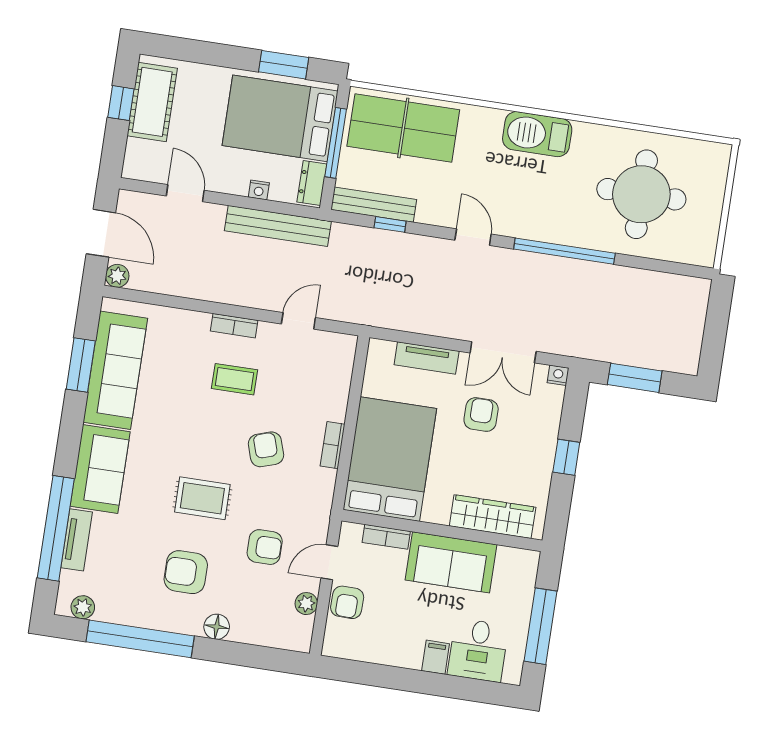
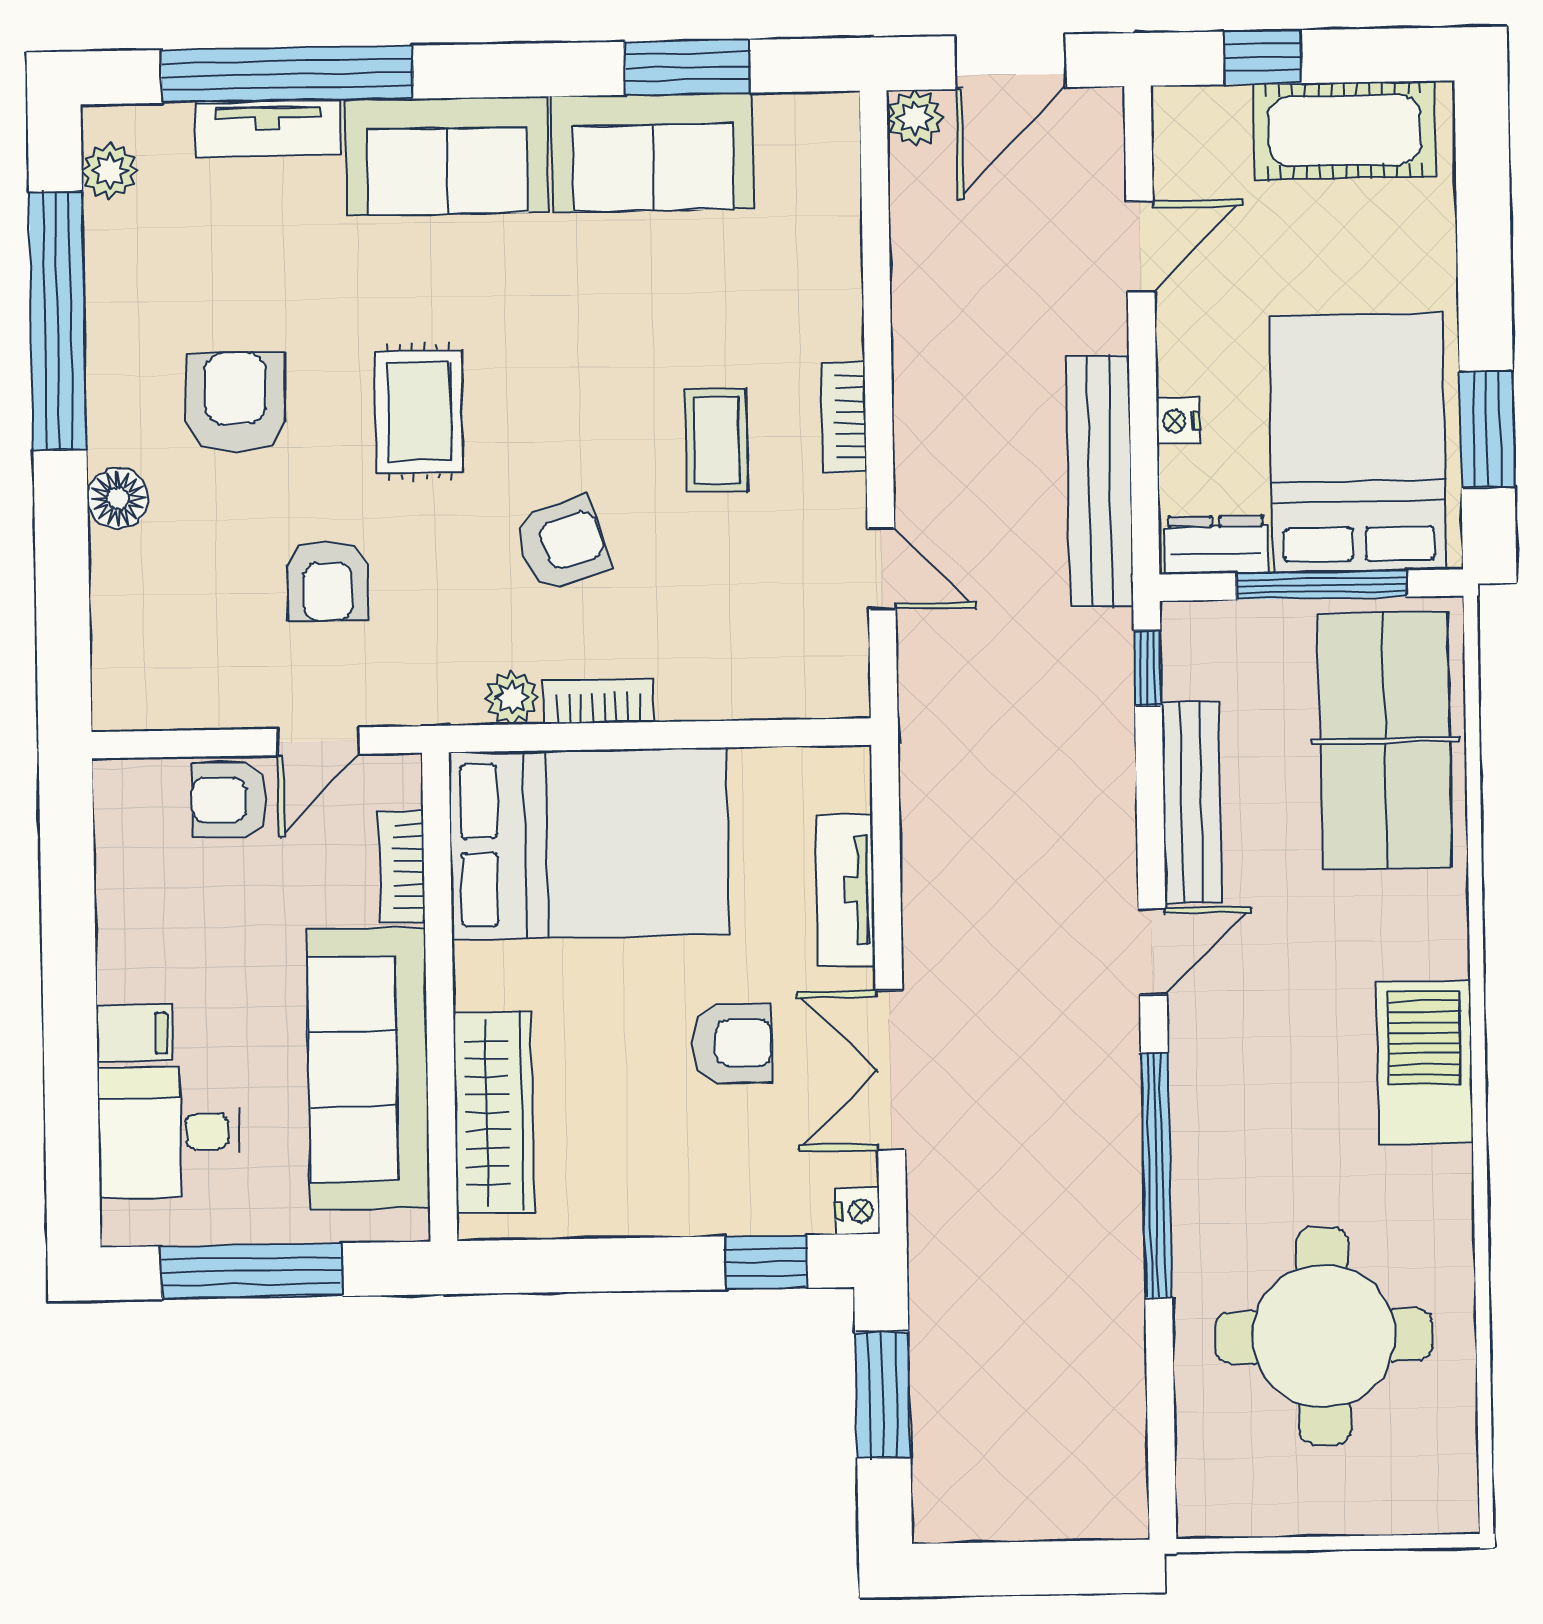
window: (121, 103) -> (1263, 57), moved
bench: (374, 205) -> (1191, 802), moved
window: (390, 224) -> (1148, 668), moved
sofa: (115, 370) -> (653, 152), width x0.73
window: (566, 457) -> (766, 1262), moved
door: (329, 562) -> (318, 741), swing flipped
sofa: (451, 562) -> (368, 1069), width x1.36
plant: (306, 604) -> (512, 698), moved

